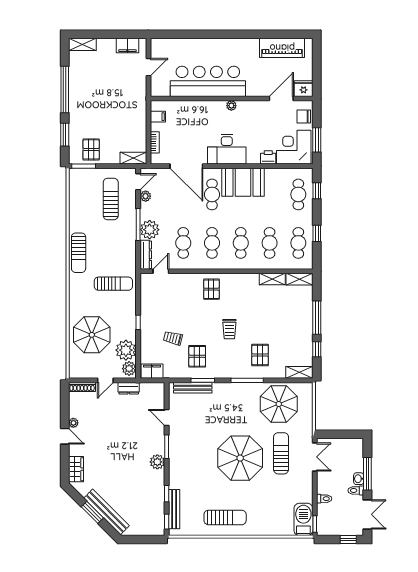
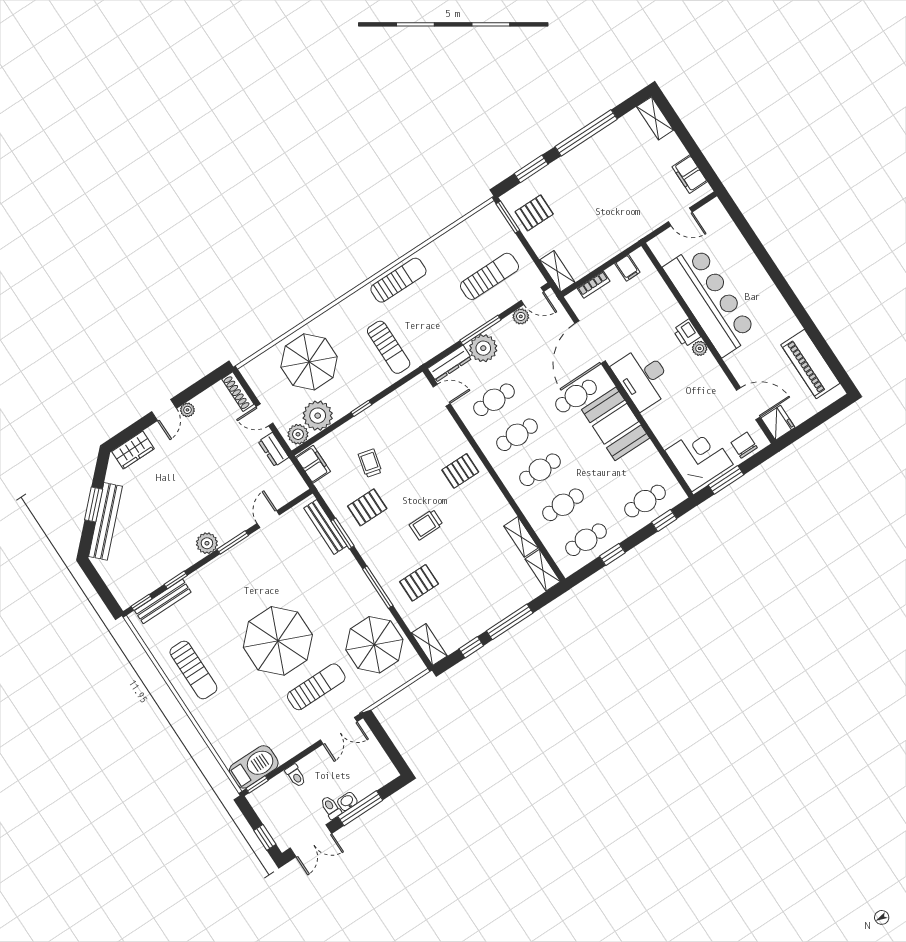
printer: (268, 157) -> (687, 333), moved, turned 180
sun lounger: (79, 253) -> (398, 280), turned 180

